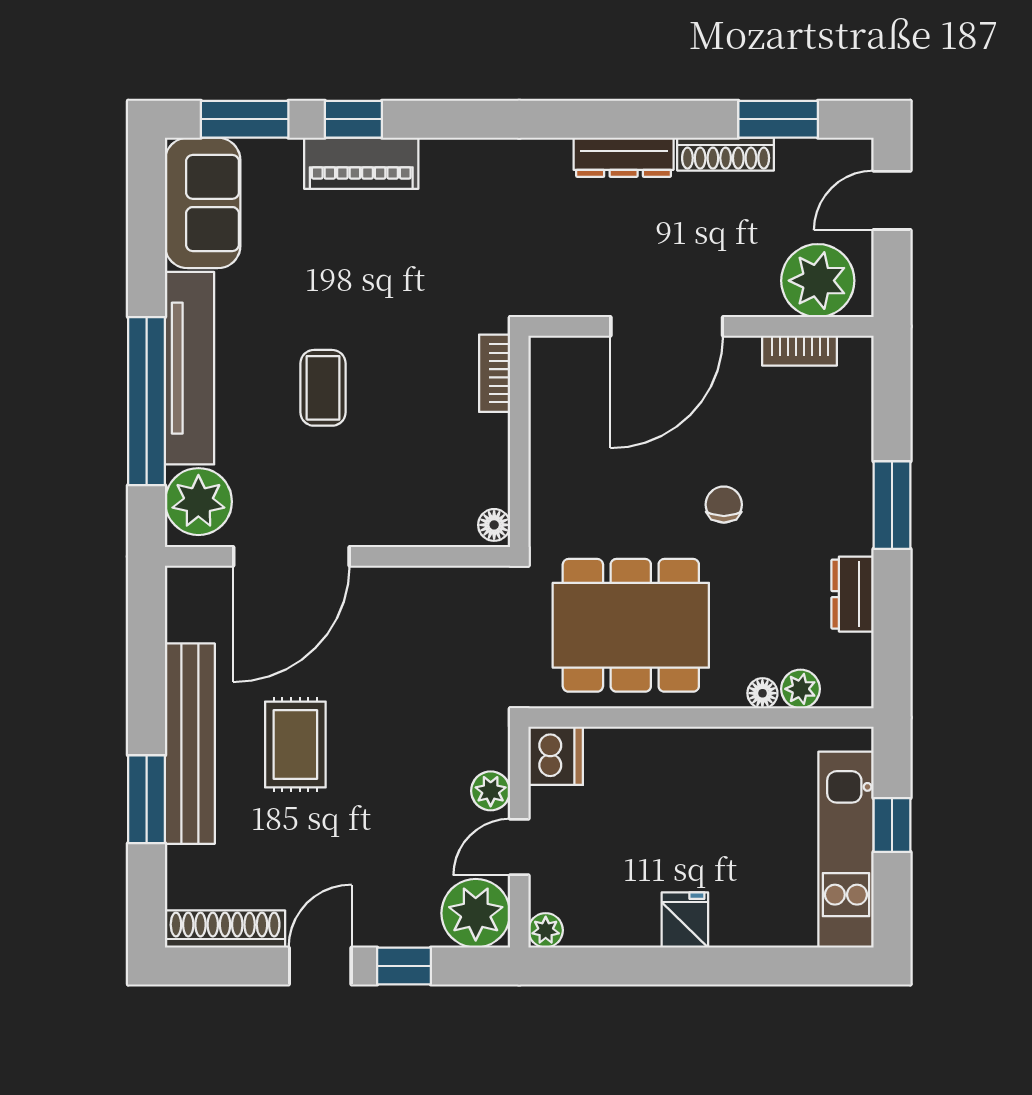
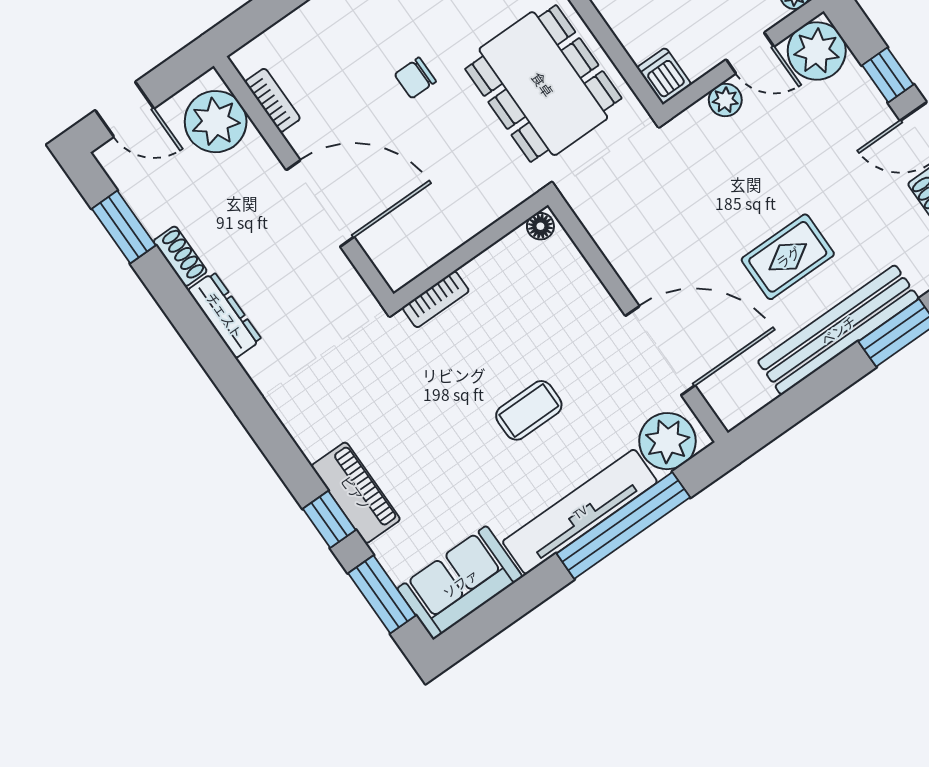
shoe rack: (726, 154) -> (180, 256), width x0.70
dishwasher: (556, 756) -> (664, 76), width x0.73

